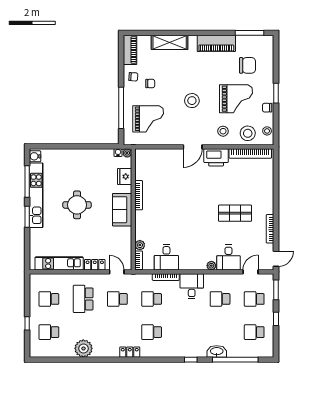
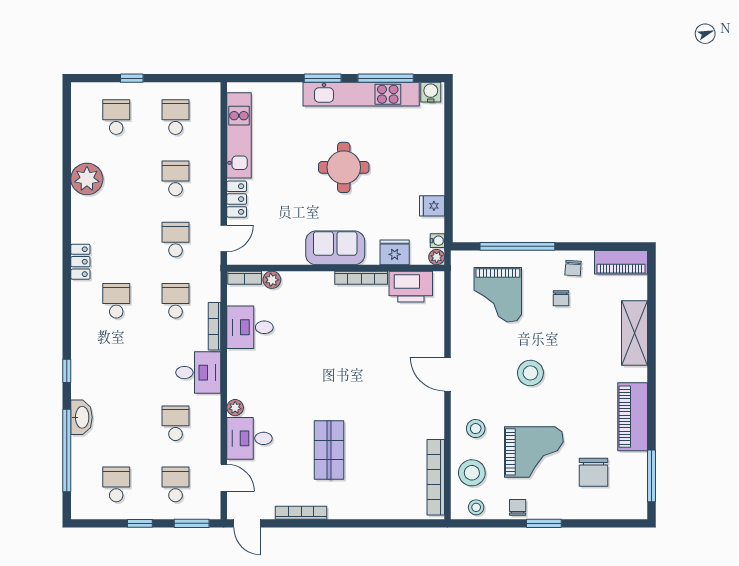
grand piano: (236, 99) -> (534, 452), turned -90
fridge: (99, 156) -> (432, 206), added
printer: (216, 157) -> (411, 287), moved, turned -90
school desk: (83, 299) -> (175, 178), width x0.54

